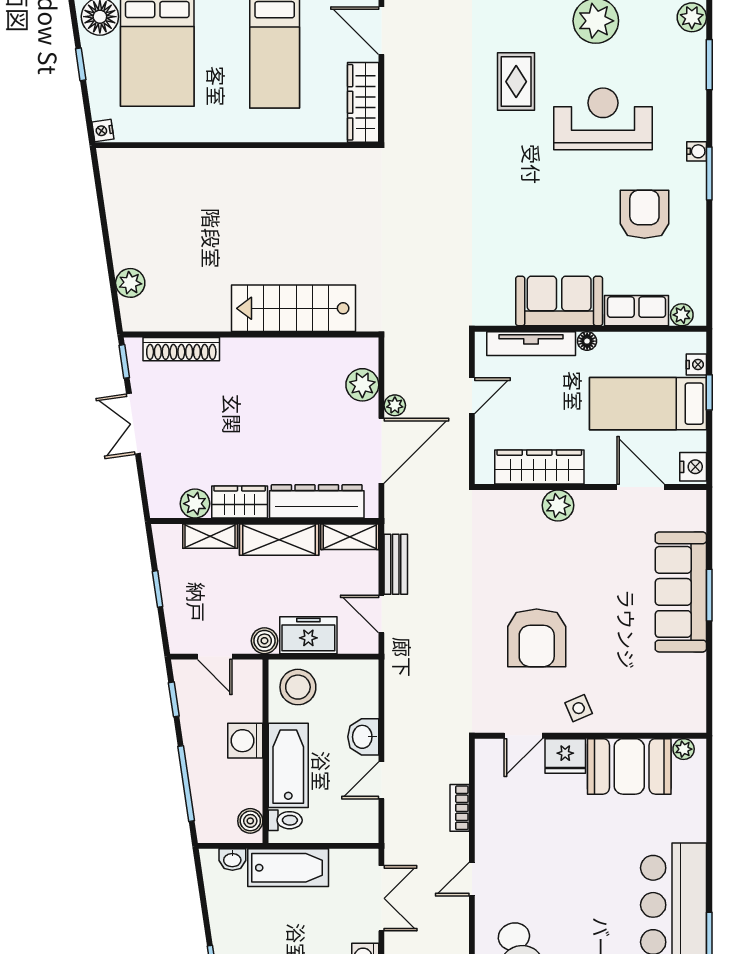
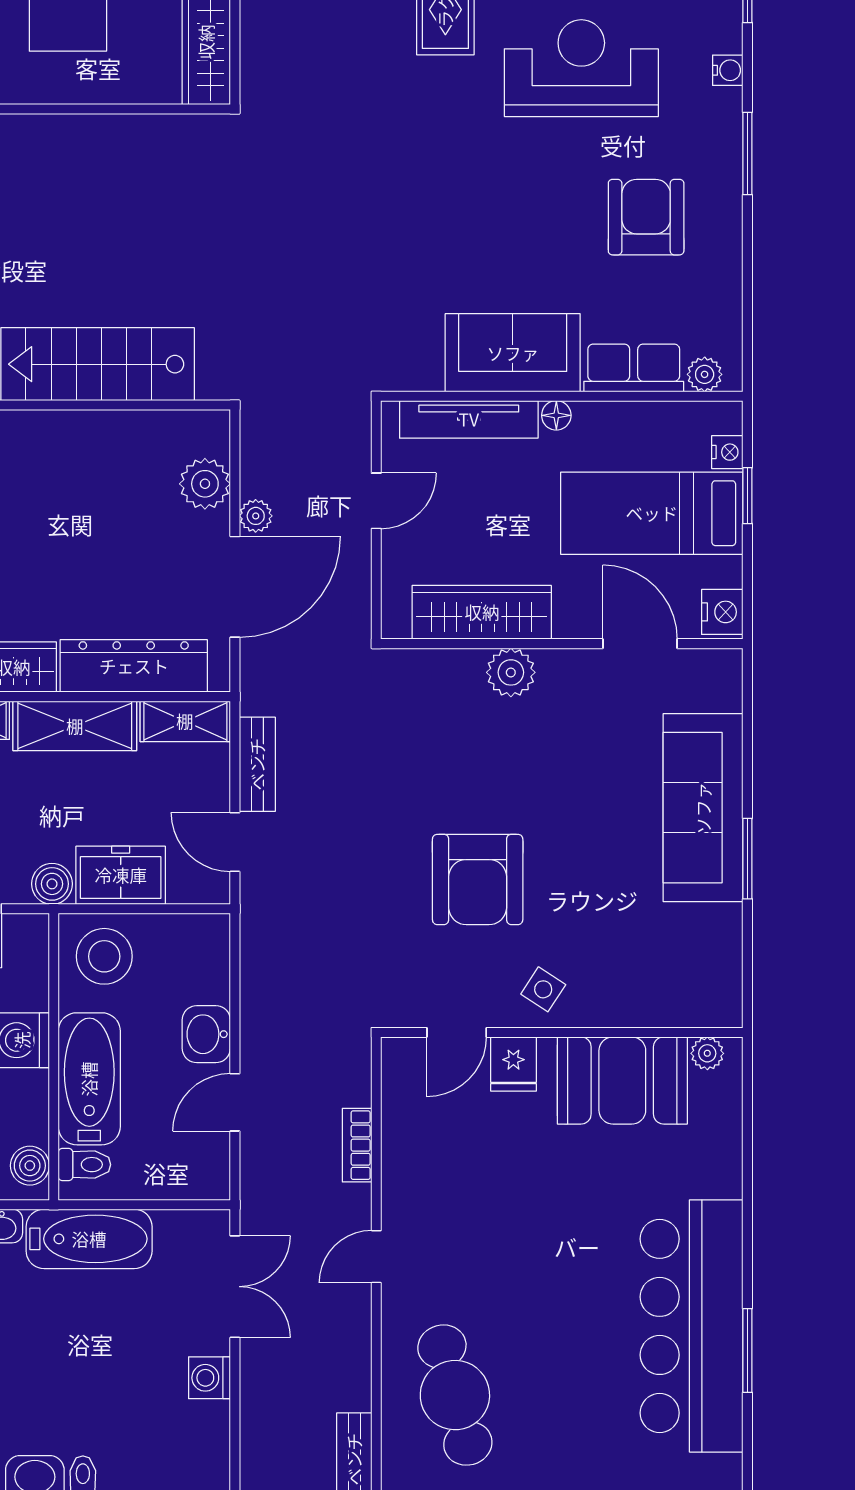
water cooler: (697, 151) -> (728, 70), moved
window: (709, 595) -> (747, 859), moved
side table: (579, 708) -> (543, 989), turned -34
fridge: (565, 756) -> (513, 1064), width x0.72

